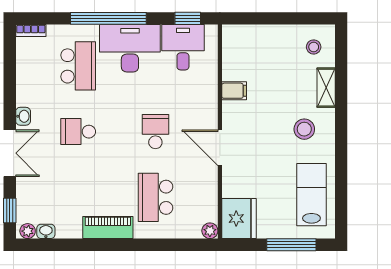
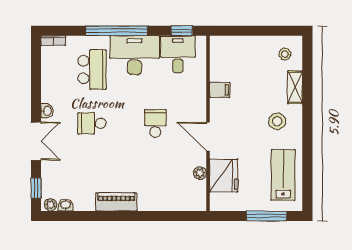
school desk: (155, 197) -> (155, 177), removed
fridge: (239, 218) -> (224, 176), moved
plant: (210, 231) -> (200, 173), moved

